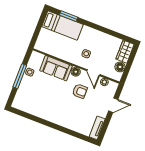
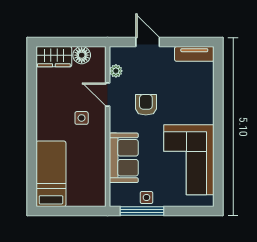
window: (69, 16) -> (32, 170), removed
floor lamp: (76, 72) -> (117, 124), removed
door: (93, 73) -> (108, 94), swing flipped
window: (20, 76) -> (142, 211), moved
corner sofa: (41, 103) -> (189, 160), added

